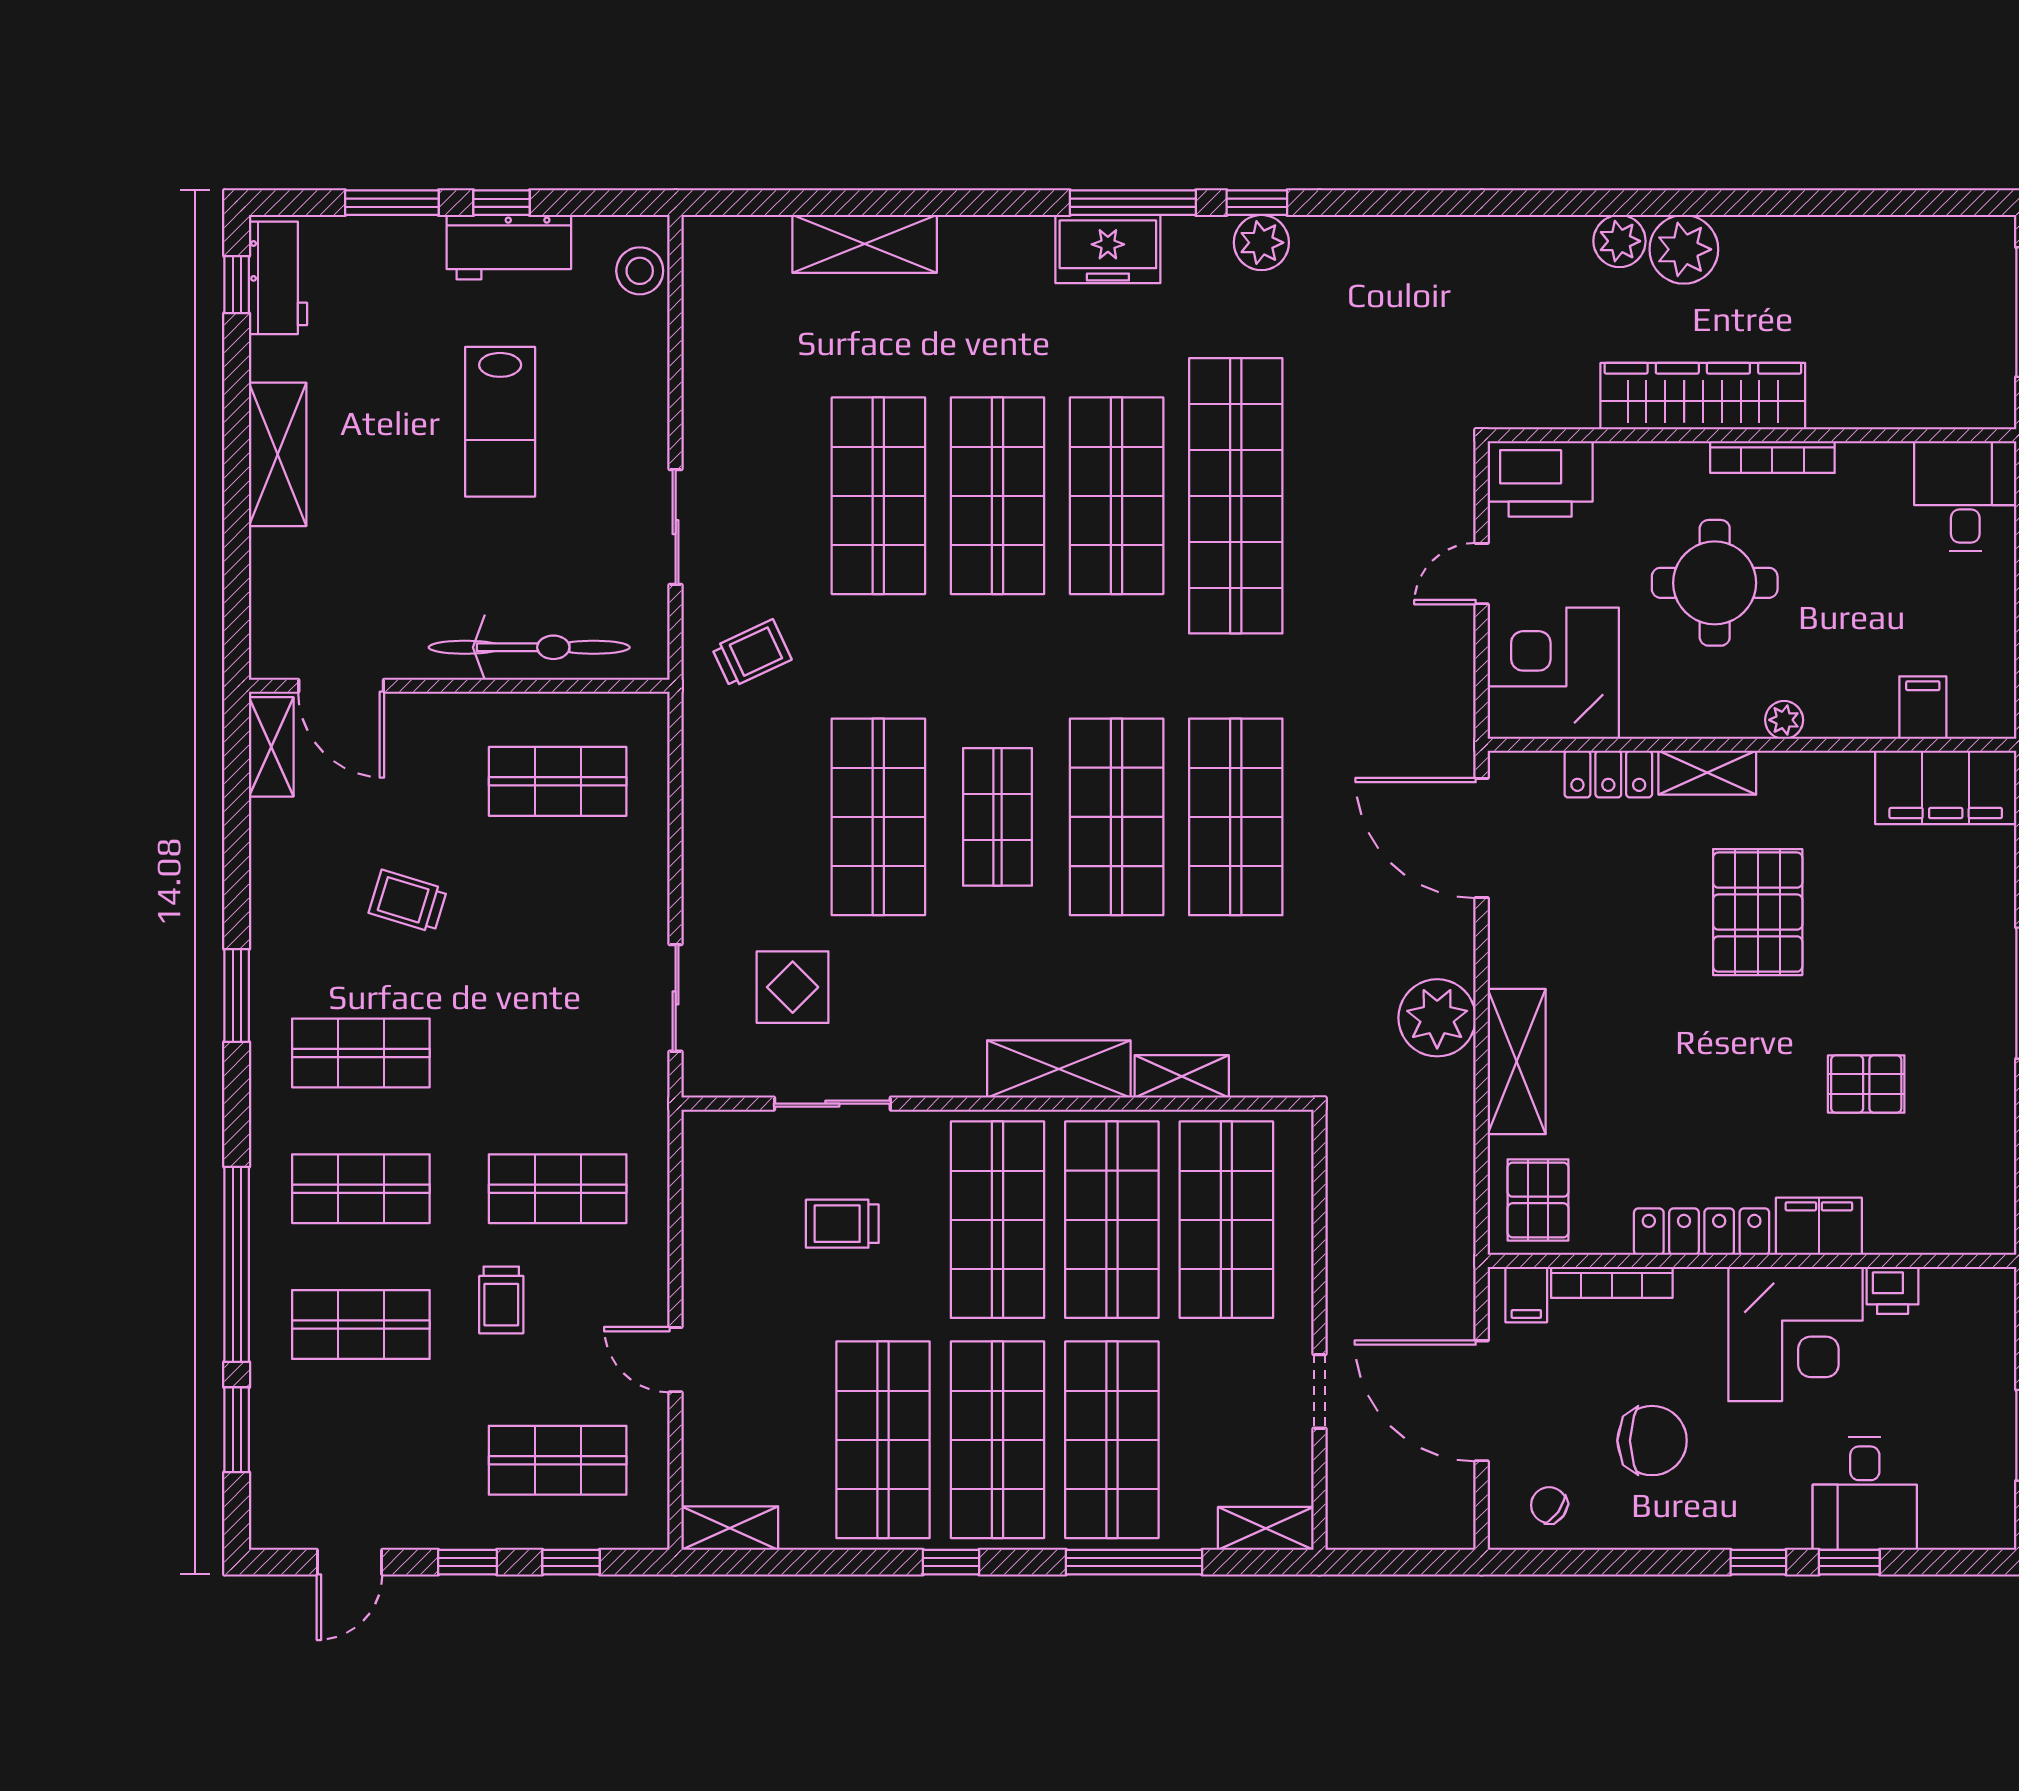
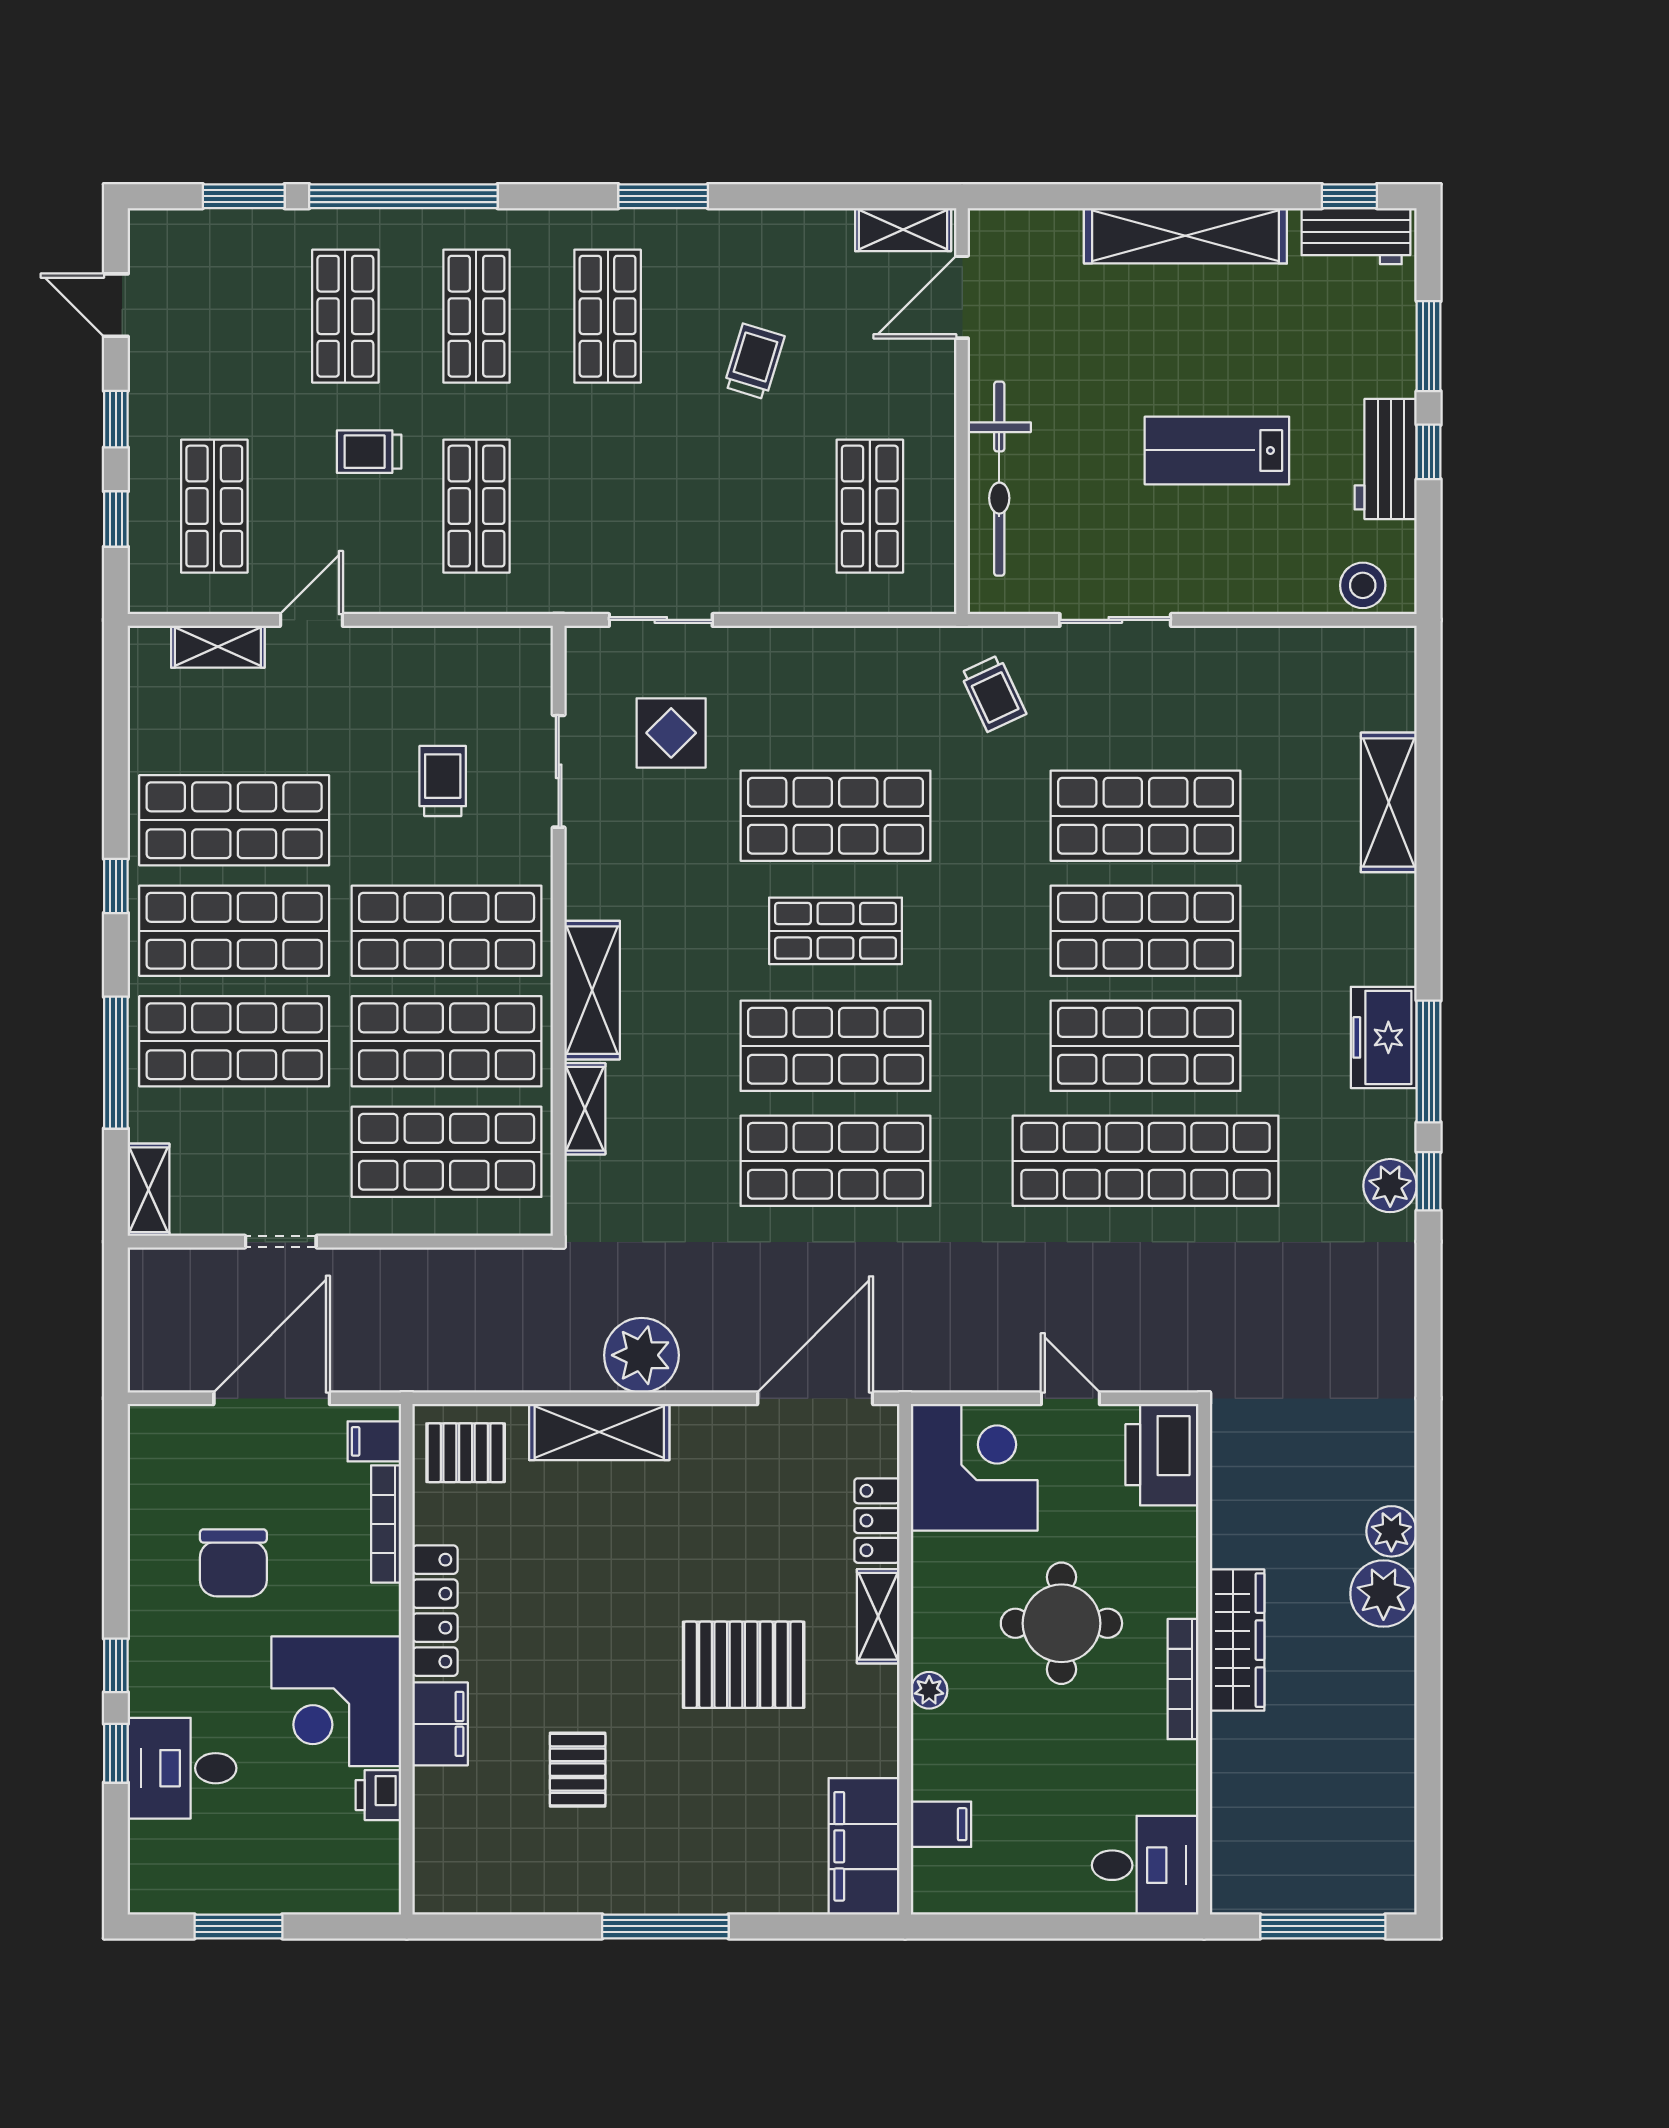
wardrobe: (1703, 396) -> (1237, 1640), width x0.71, depth x0.85
shelving: (278, 454) -> (1185, 236), width x1.47
chair: (1549, 1505) -> (171, 1463), removed
shelving: (730, 1528) -> (218, 647), moved, turned 90

